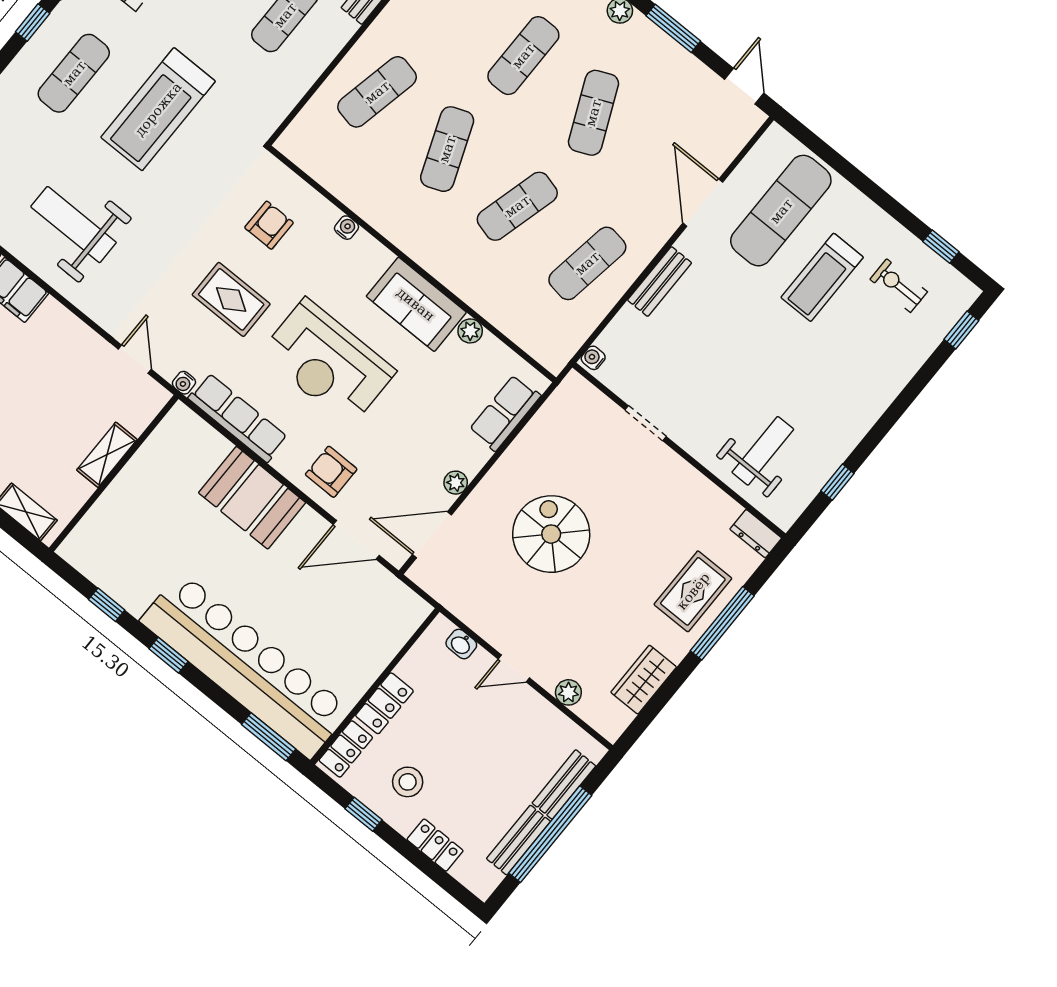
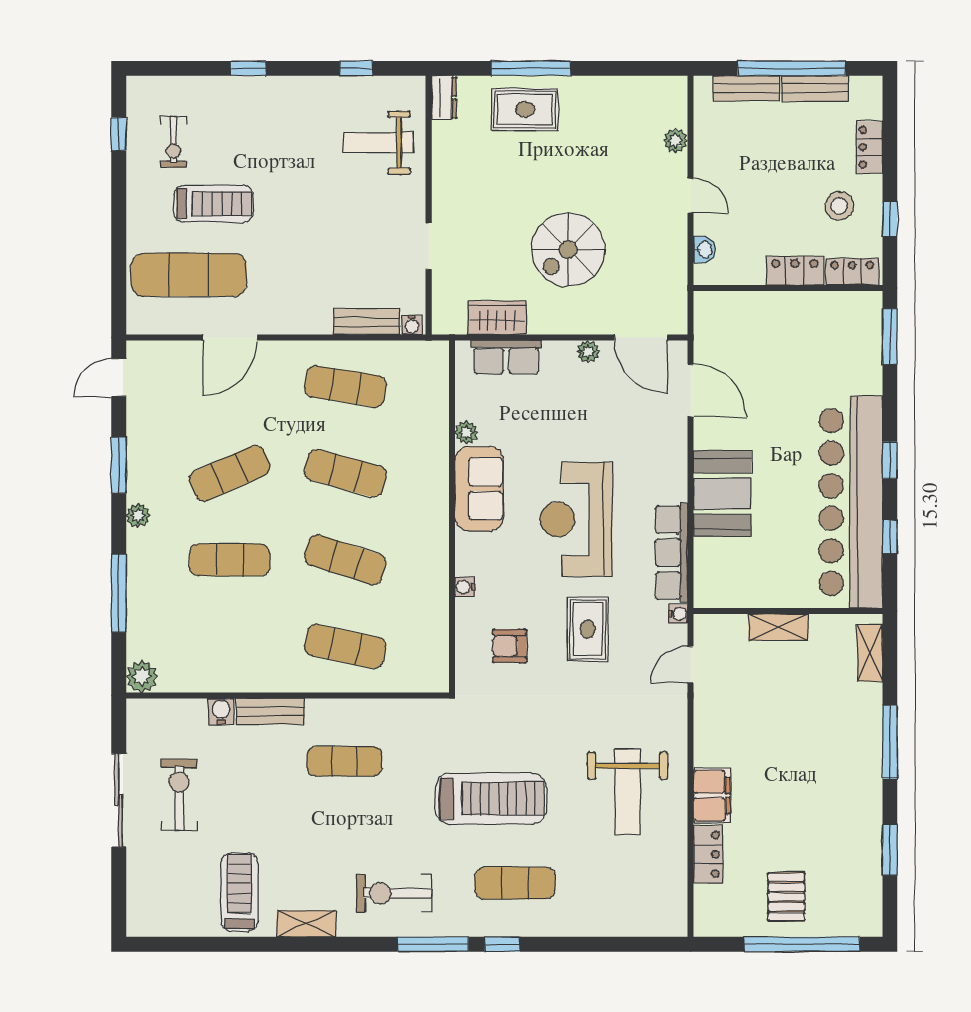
exercise mat: (447, 149) -> (345, 560), turned 39
bench: (660, 281) -> (367, 322), moved
window: (961, 330) -> (248, 68), moved
reception desk: (328, 363) -> (576, 519), turned 180
armchair: (331, 472) -> (655, 450), removed
bar counter: (245, 665) -> (851, 502), moved
wardrobe: (644, 680) -> (497, 318), moved, turned 180

